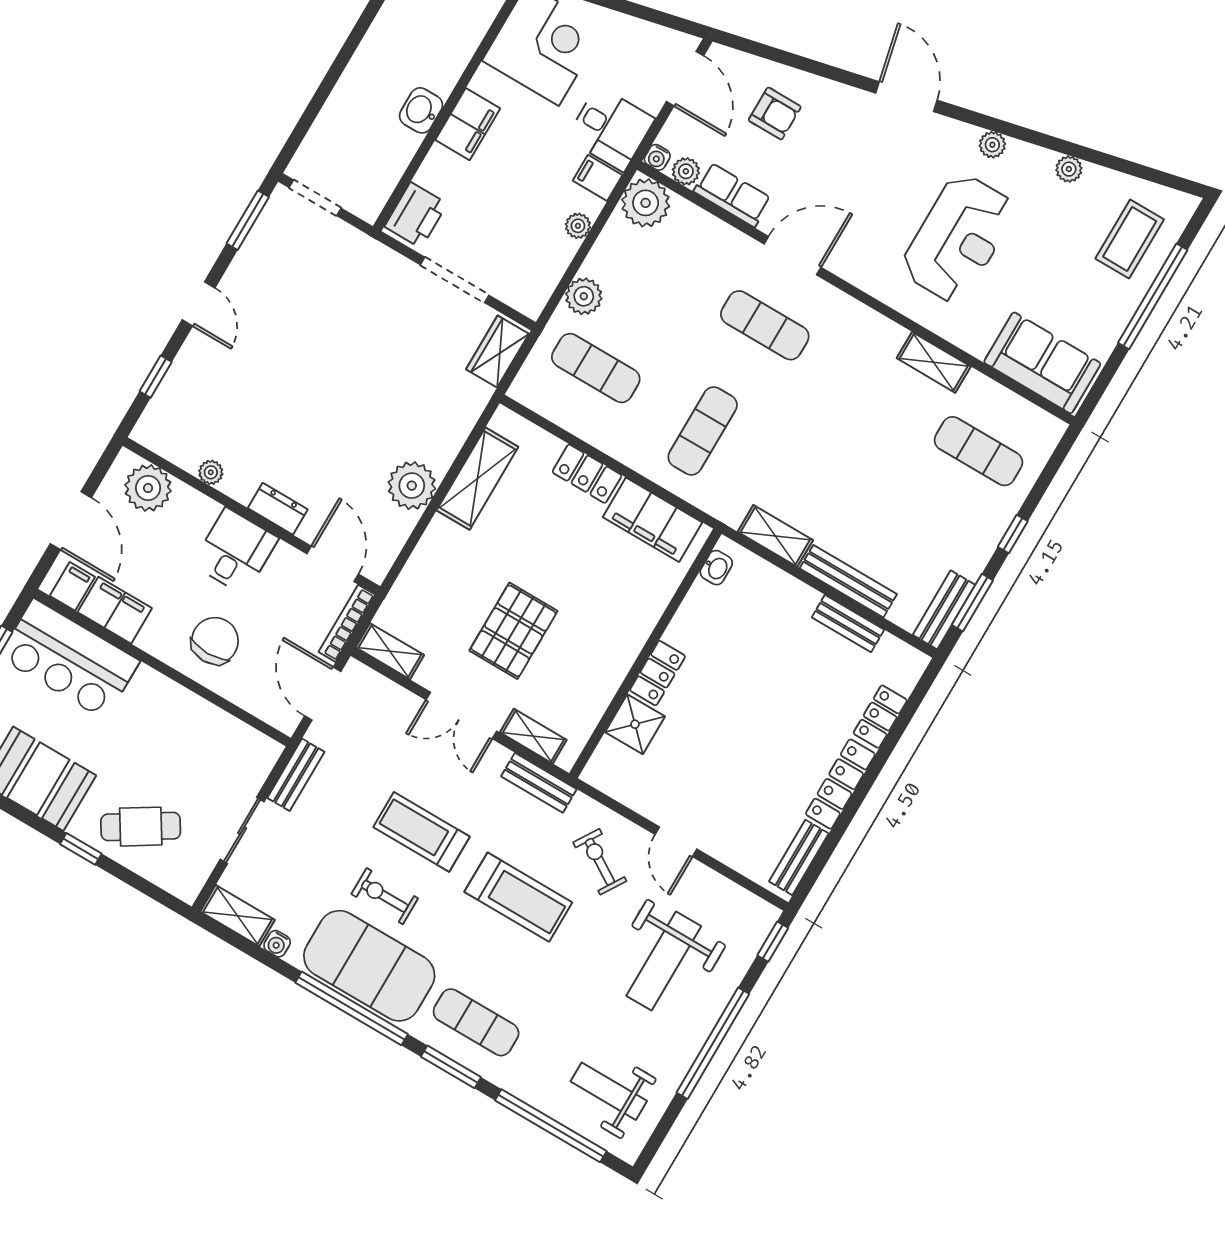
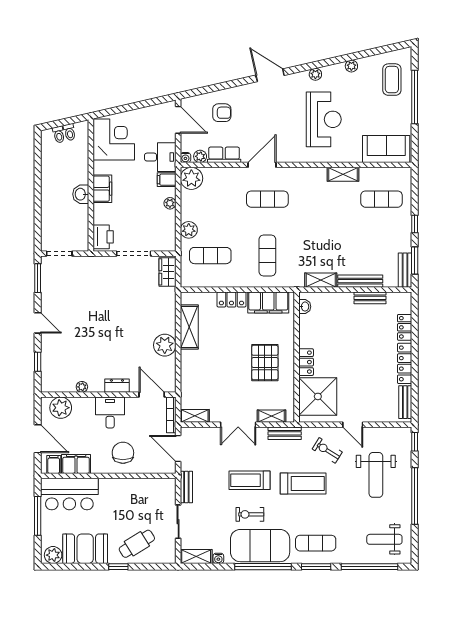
pallet: (513, 631) -> (265, 363), moved
shower: (635, 724) -> (318, 396), width x1.86, depth x1.86

